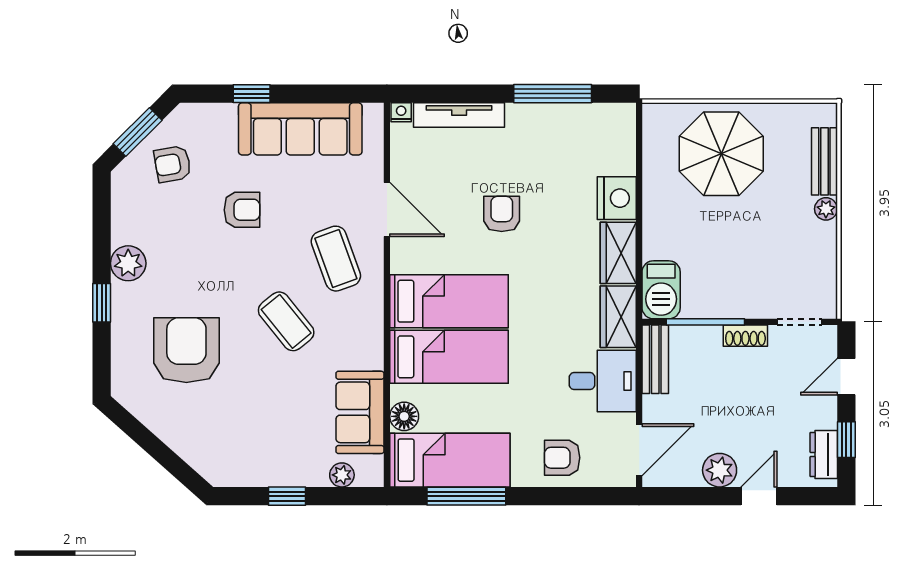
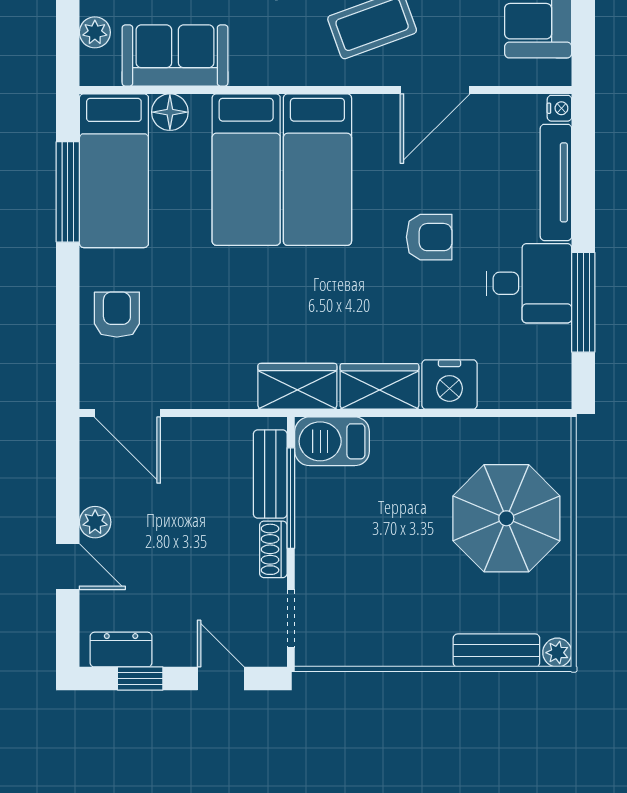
plant: (826, 209) -> (557, 653), moved
bench: (655, 359) -> (270, 474), moved, turned 90
desk: (603, 381) -> (529, 283), moved, turned -90
plant: (720, 470) -> (95, 522), width x0.73, depth x0.73

